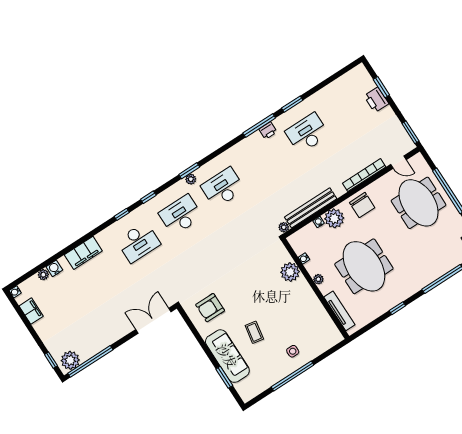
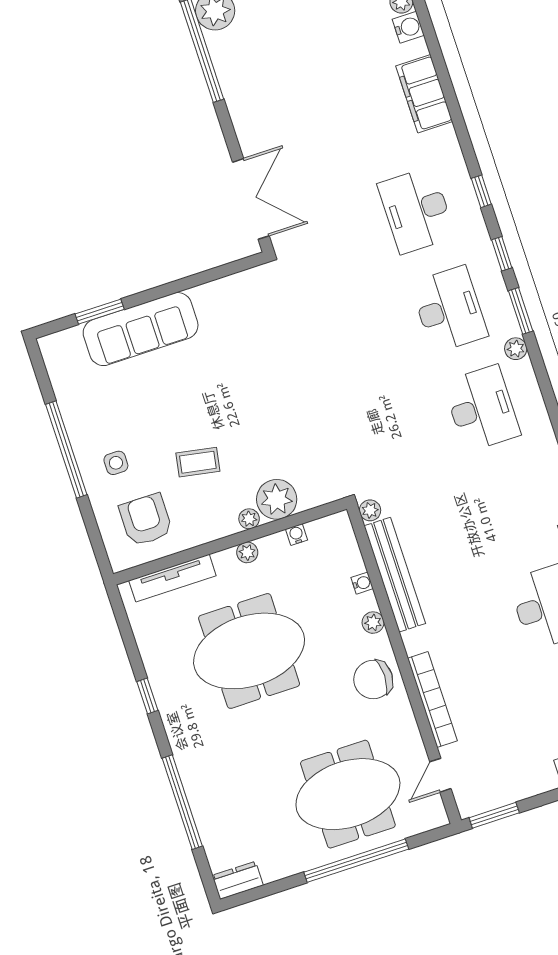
window: (189, 171) -> (521, 311), moved
plant: (334, 218) -> (373, 623), width x0.53, depth x0.53
plant: (302, 282) -> (249, 519), added
armchair: (210, 308) -> (146, 520), moved
coffee table: (254, 332) -> (198, 462), moved

